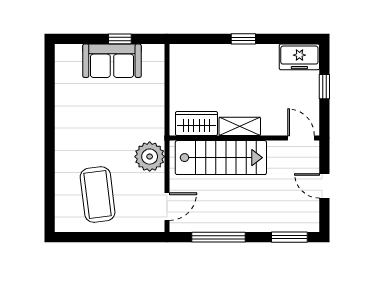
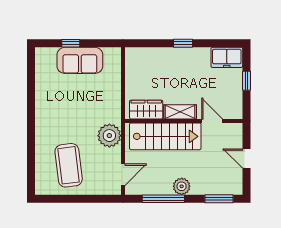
window: (120, 39) -> (71, 43), moved
door: (301, 138) -> (212, 121), moved
plant: (242, 221) -> (182, 186), added

